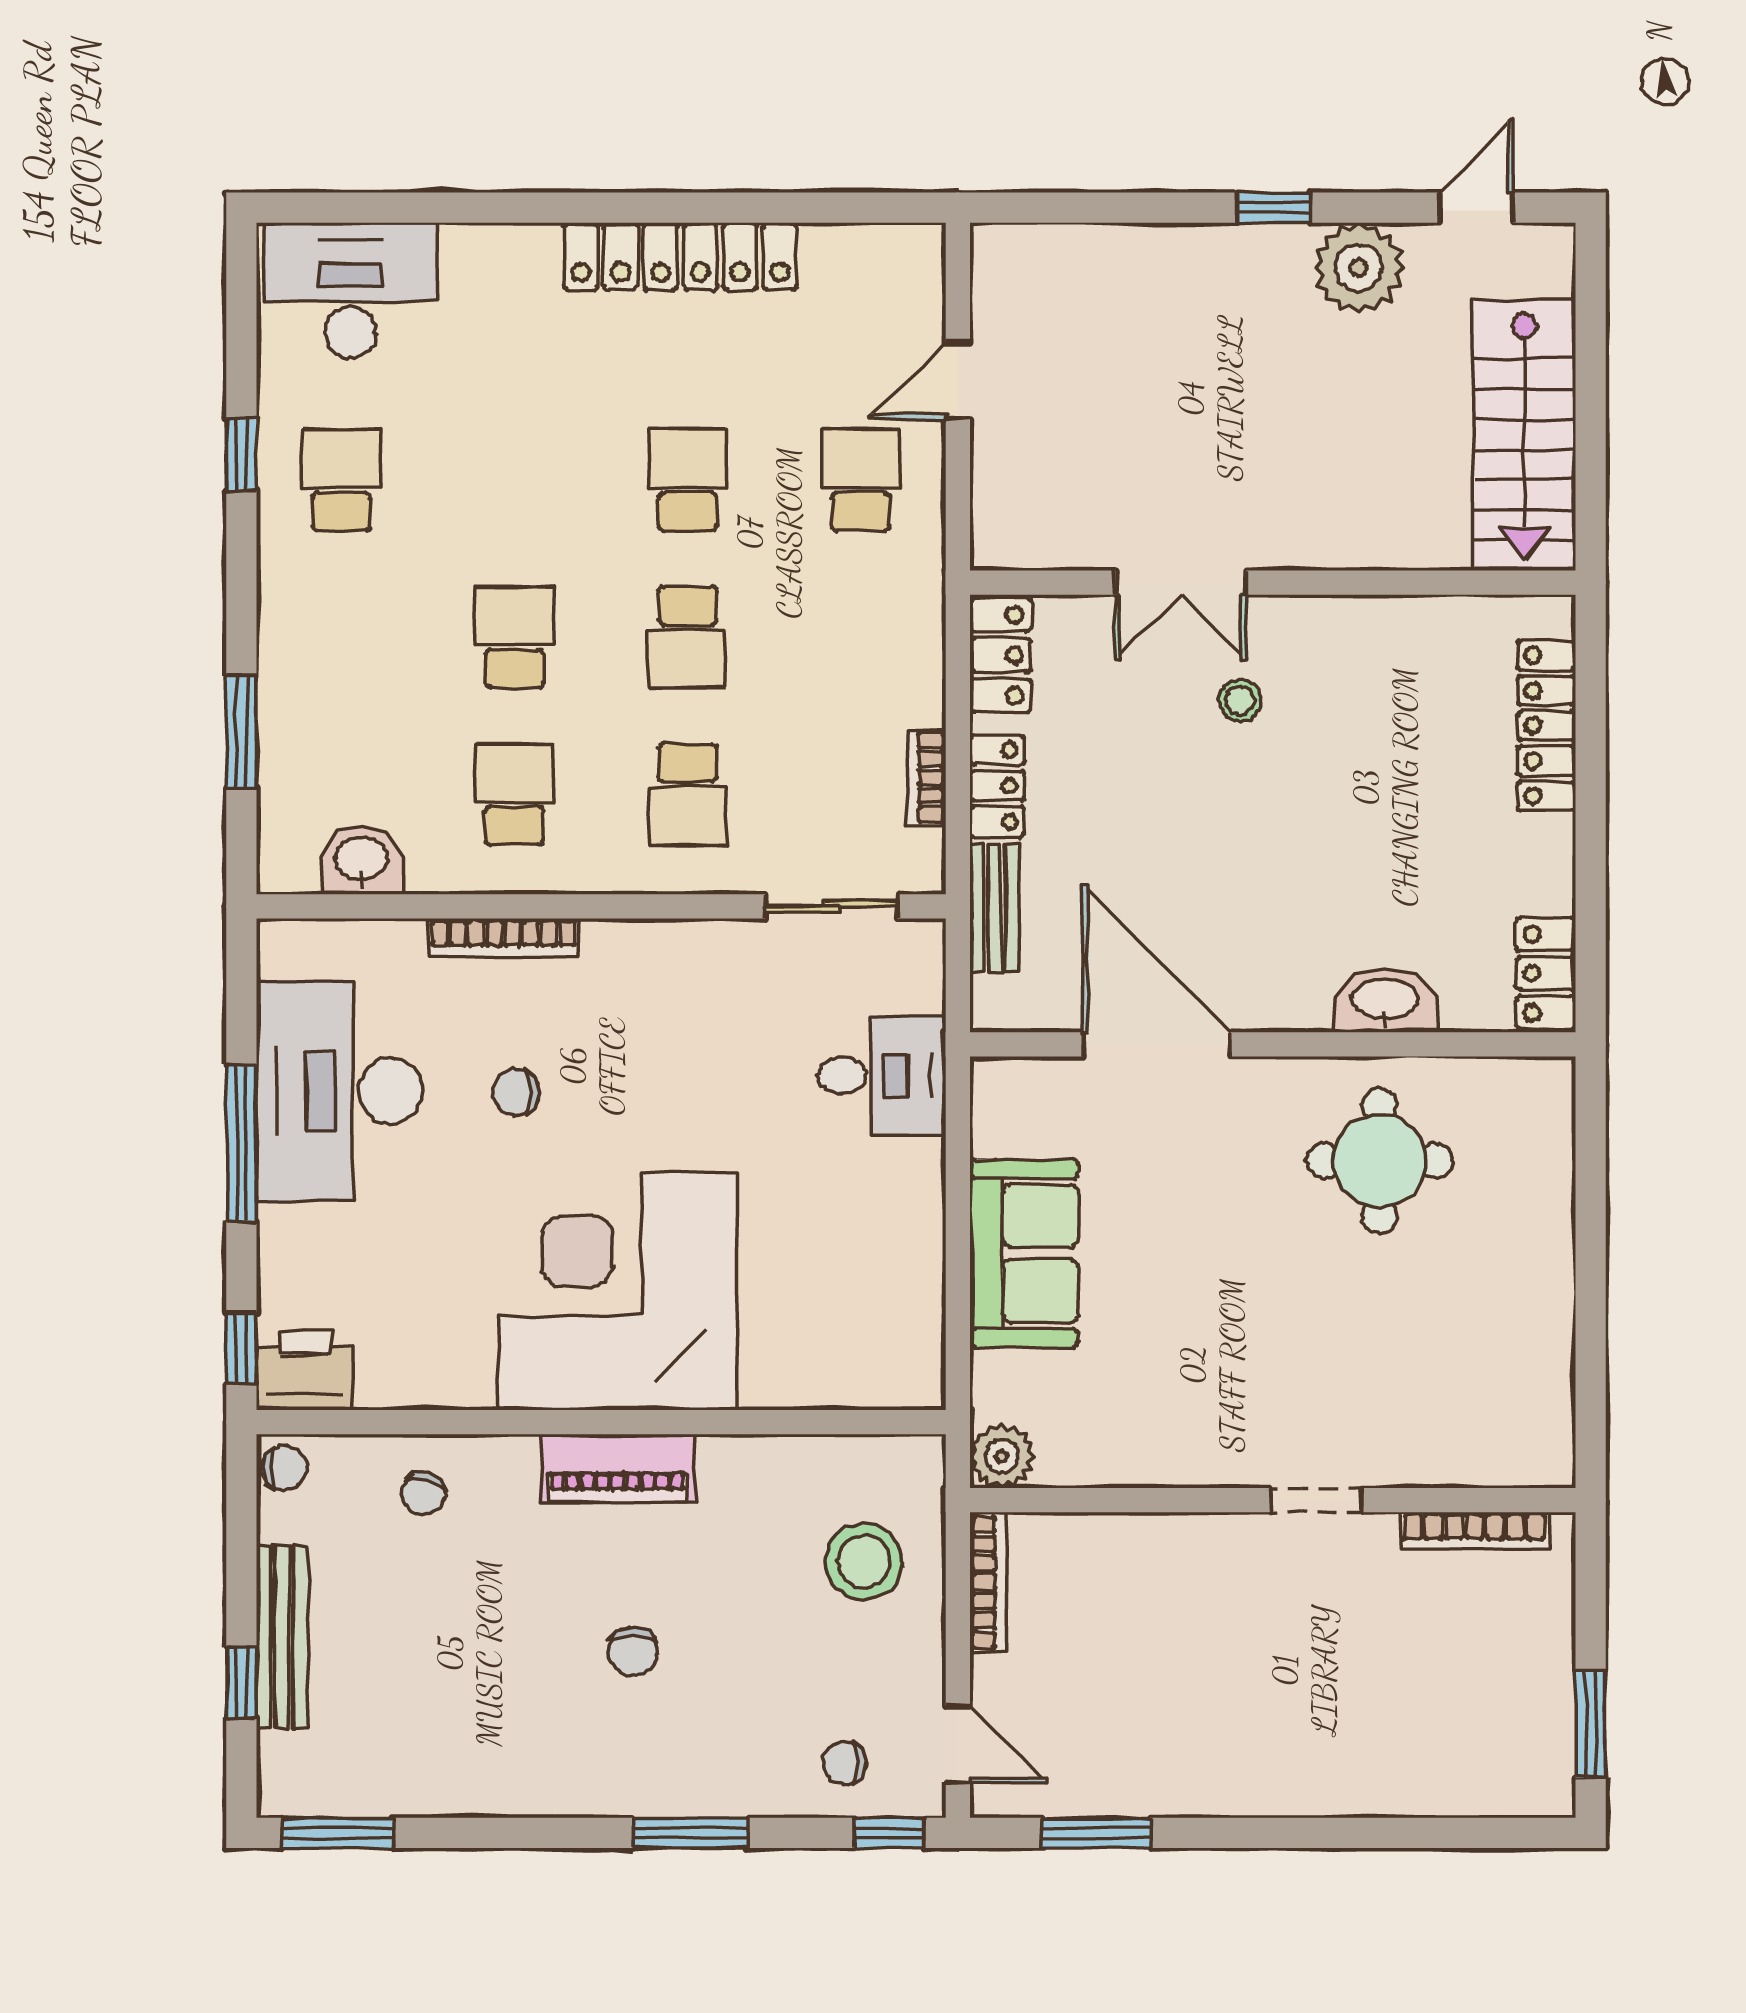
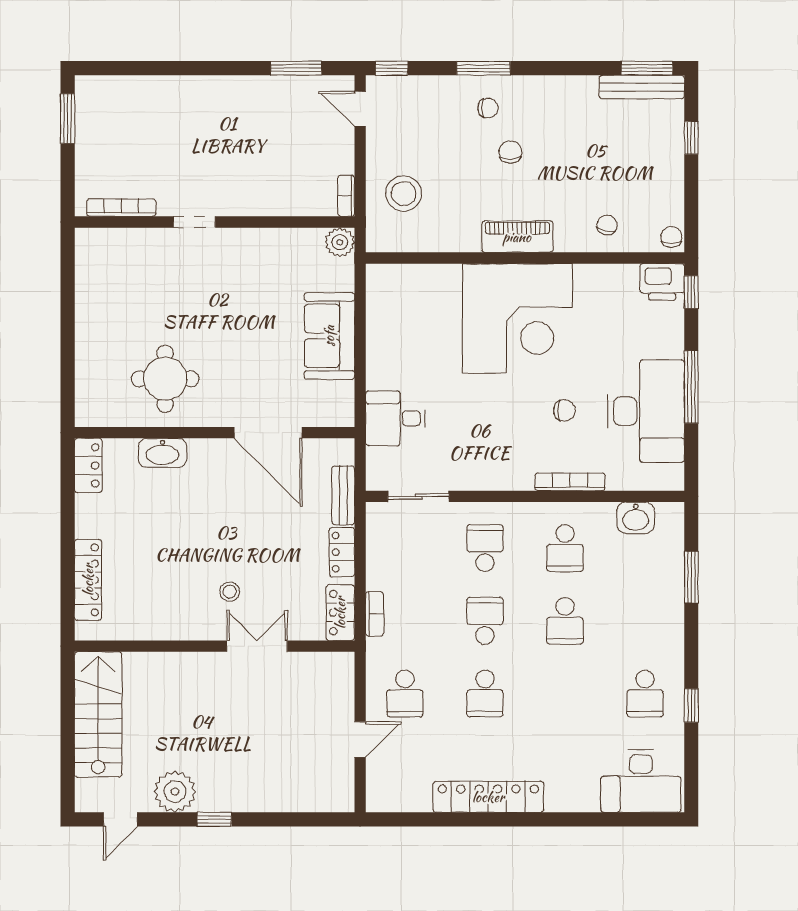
bookcase: (927, 778) -> (375, 614), moved
chair: (284, 1468) -> (671, 237), turned 90
bookcase: (988, 1582) -> (346, 196), width x0.64
bench: (282, 1637) -> (642, 87), moved, turned 90
chair: (844, 1763) -> (488, 108), moved

